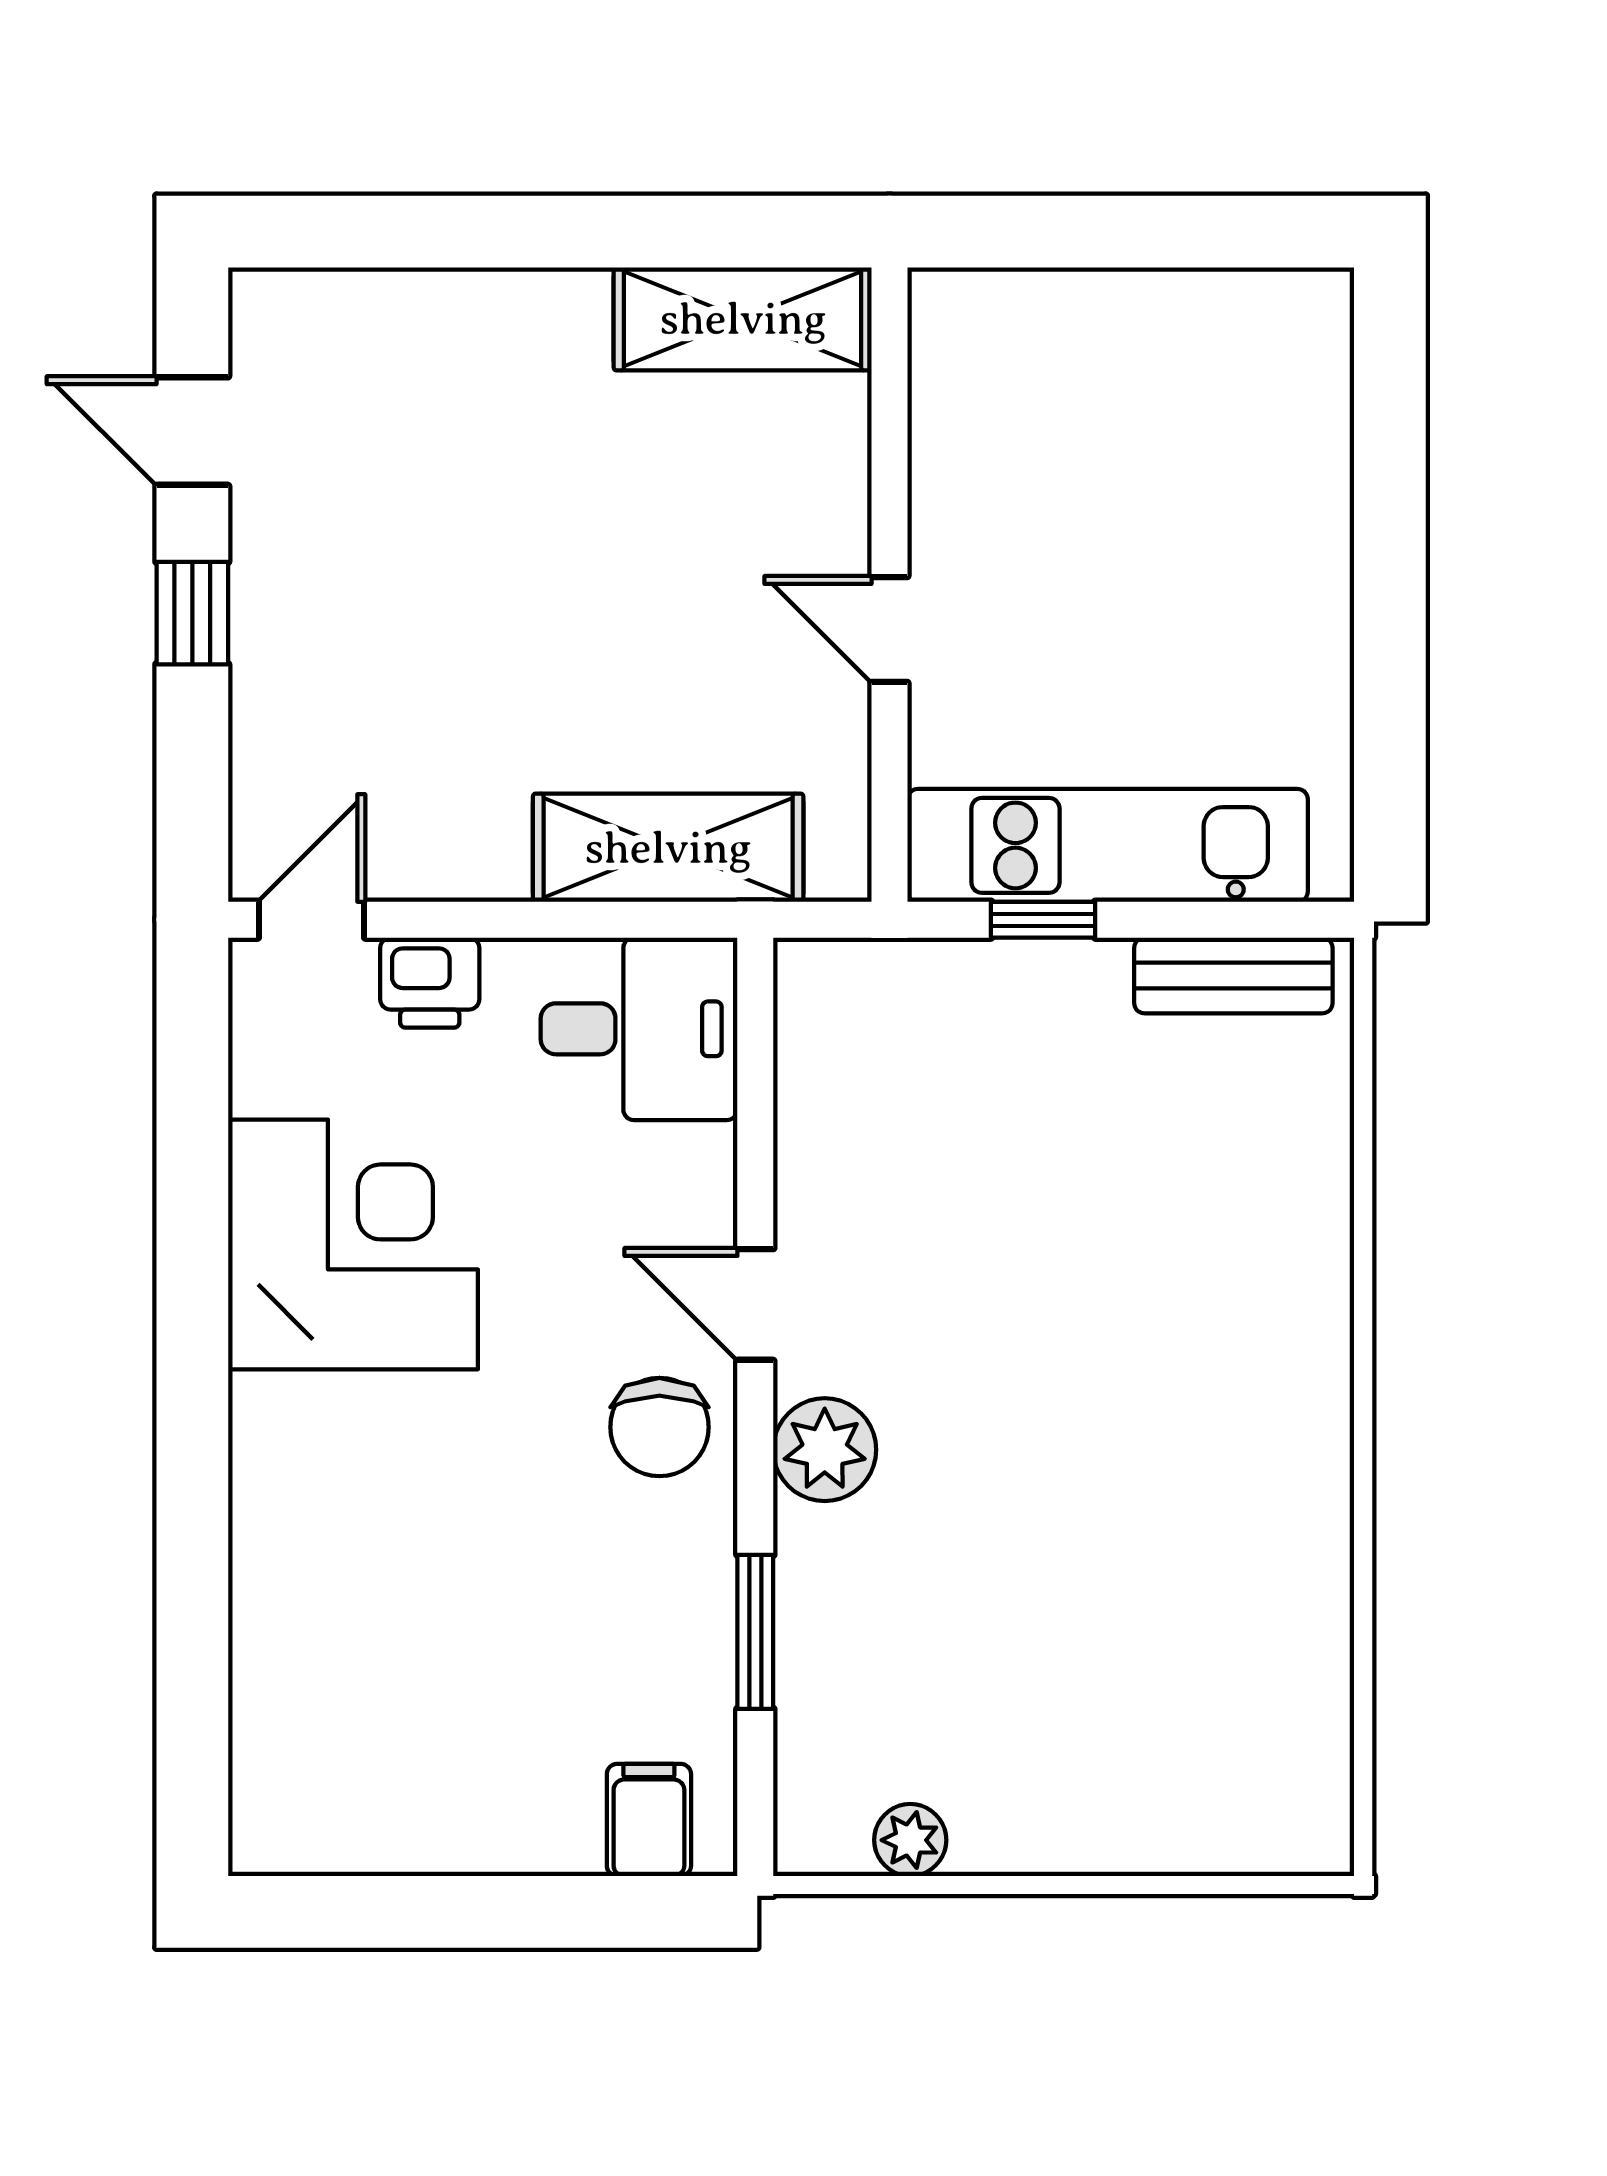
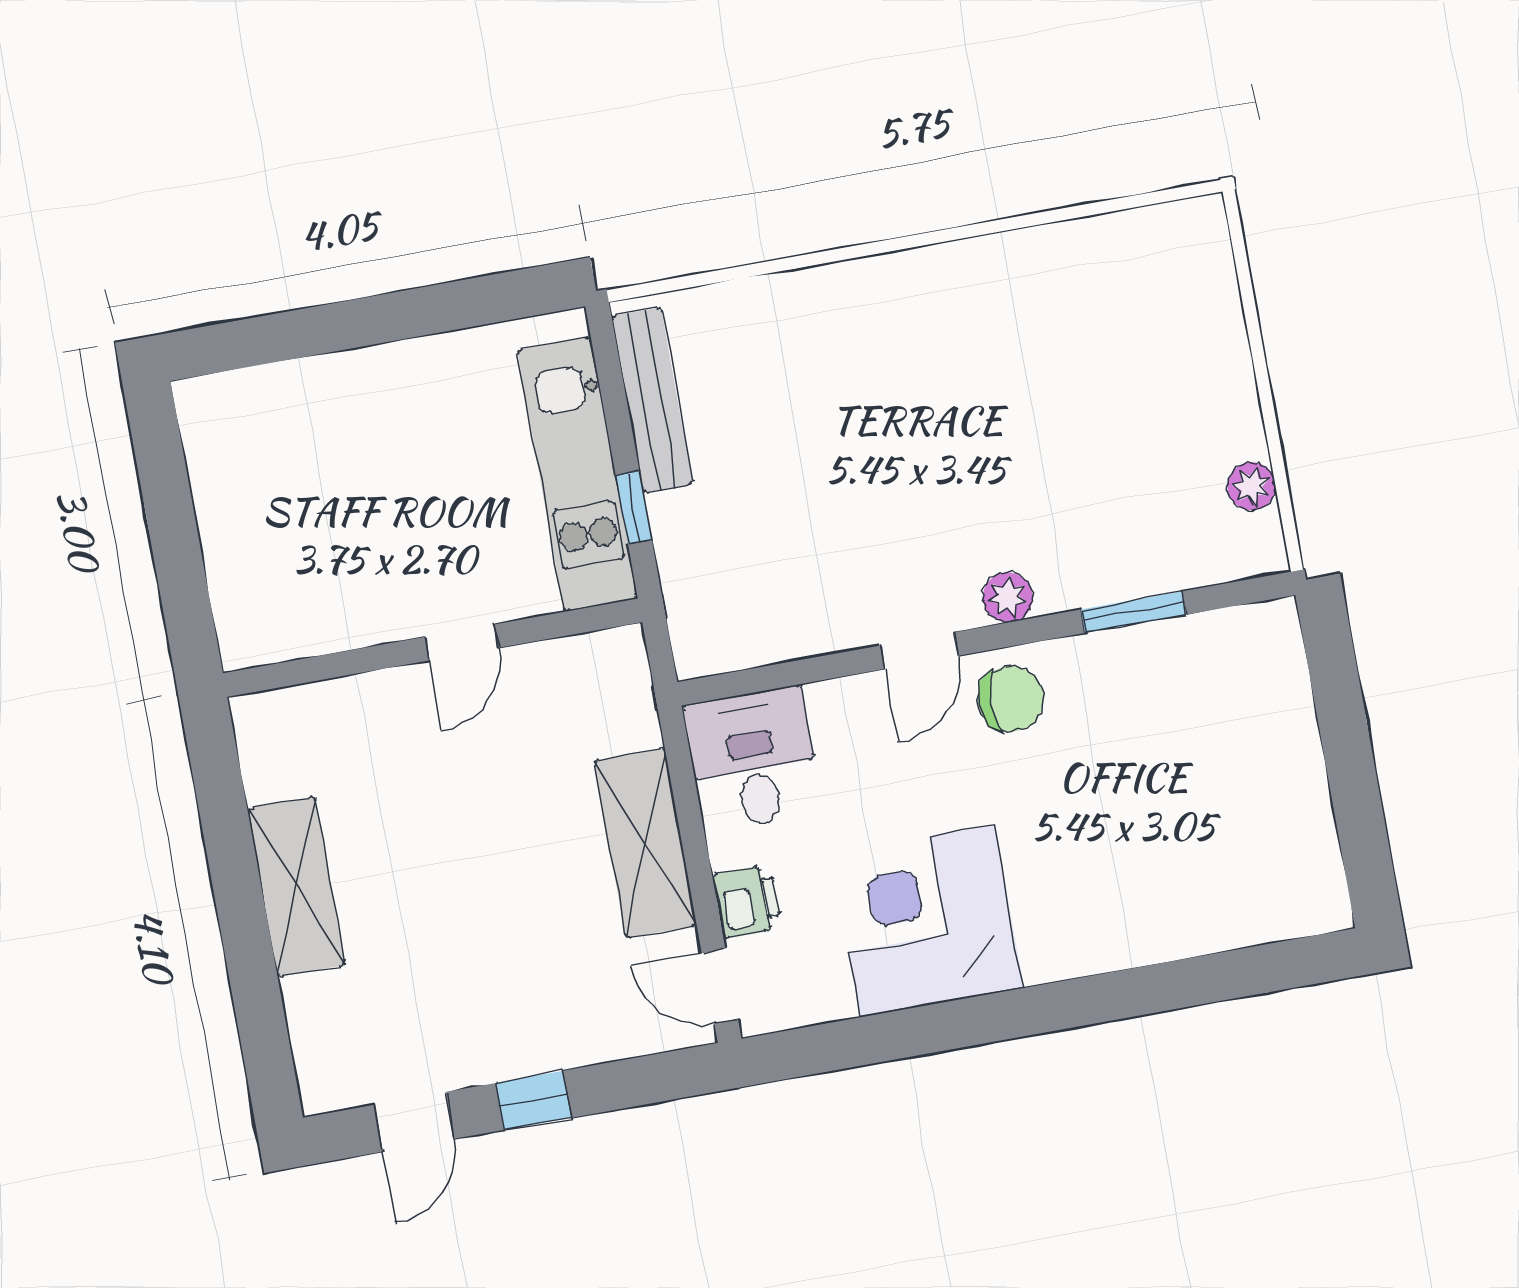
shelving: (743, 319) -> (296, 887), moved
shelving: (668, 848) -> (645, 843), moved
bench: (1233, 975) -> (652, 400), width x1.36
plant: (825, 1450) -> (1008, 597), width x0.73, depth x0.73
filing cabinet: (649, 1820) -> (1269, 660), removed

